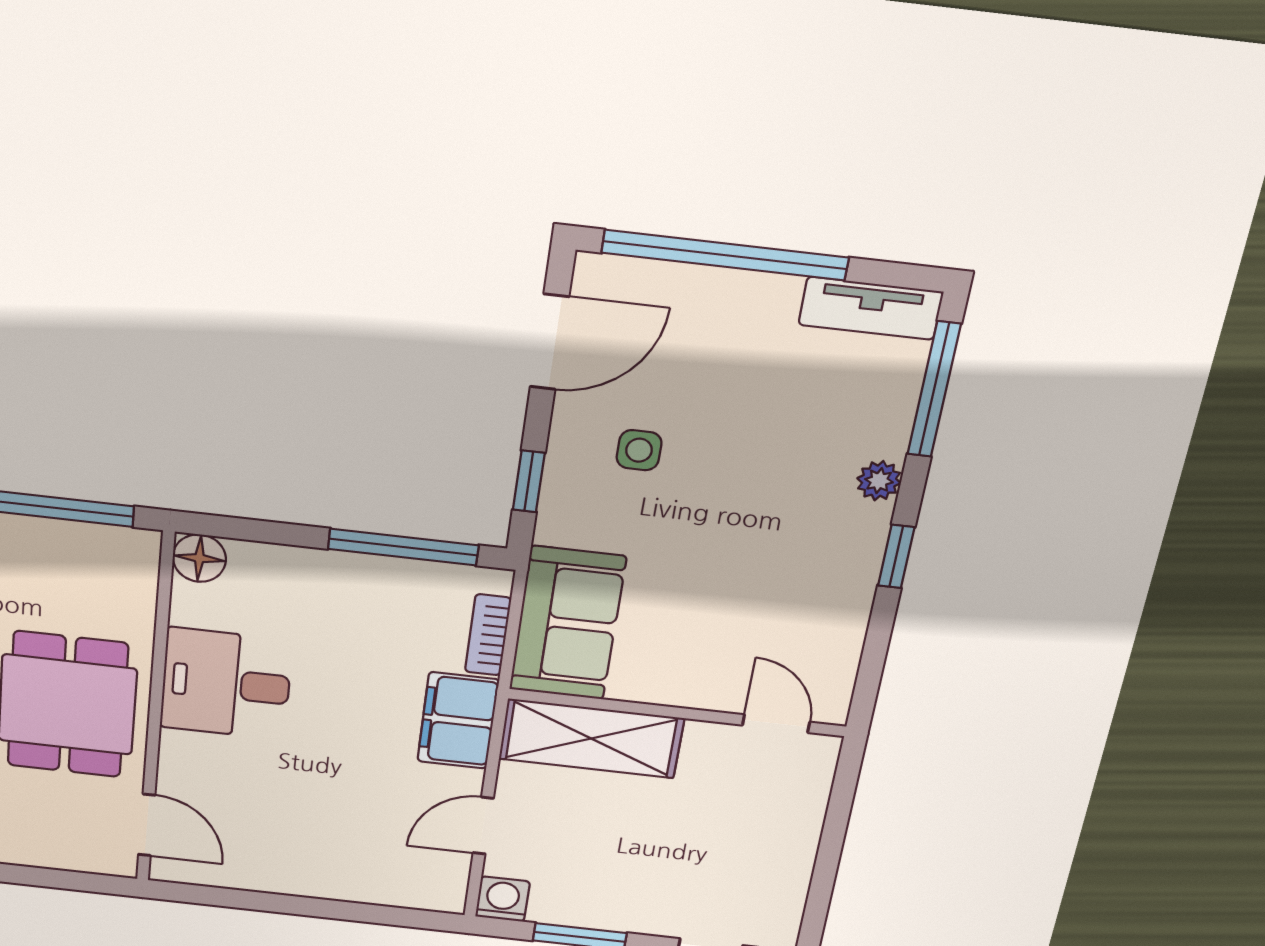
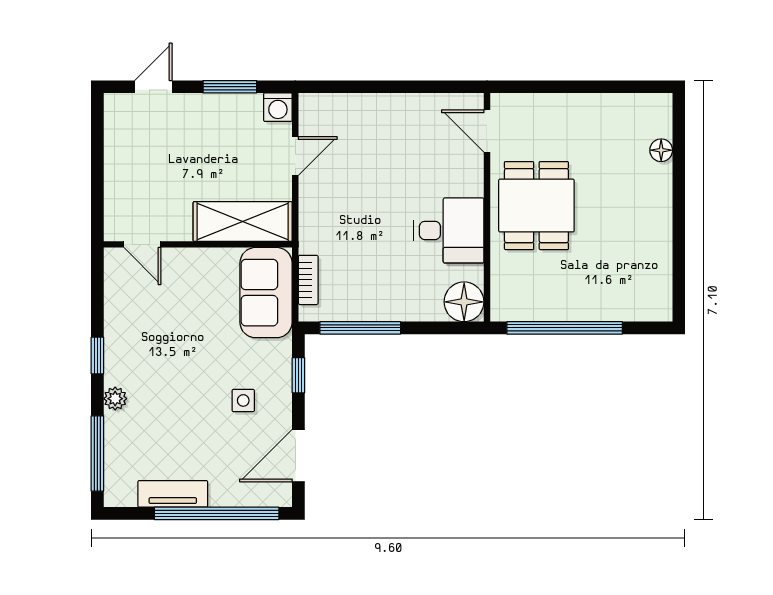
tv unit: (871, 308) -> (173, 494), moved
floor lamp: (199, 558) -> (464, 302), width x1.38, depth x1.38
filing cabinet: (458, 721) -> (318, 223), removed

